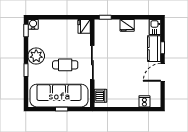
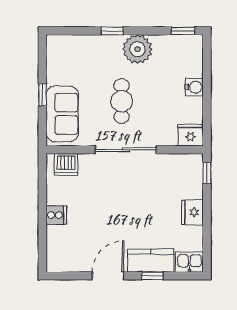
water cooler: (33, 24) -> (194, 87), moved
door: (163, 72) -> (108, 276), hinge flipped
sofa: (59, 96) -> (62, 114), width x0.54, depth x0.79
cooker: (144, 101) -> (56, 215), moved

